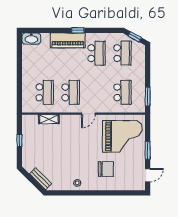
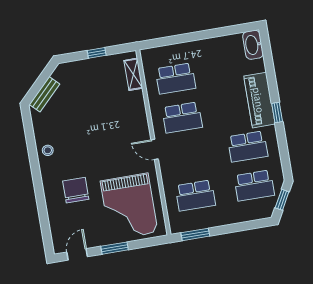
shelving: (49, 119) -> (133, 74), moved
chair: (106, 169) -> (76, 190), turned 180
door: (148, 175) -> (77, 254), swing flipped

